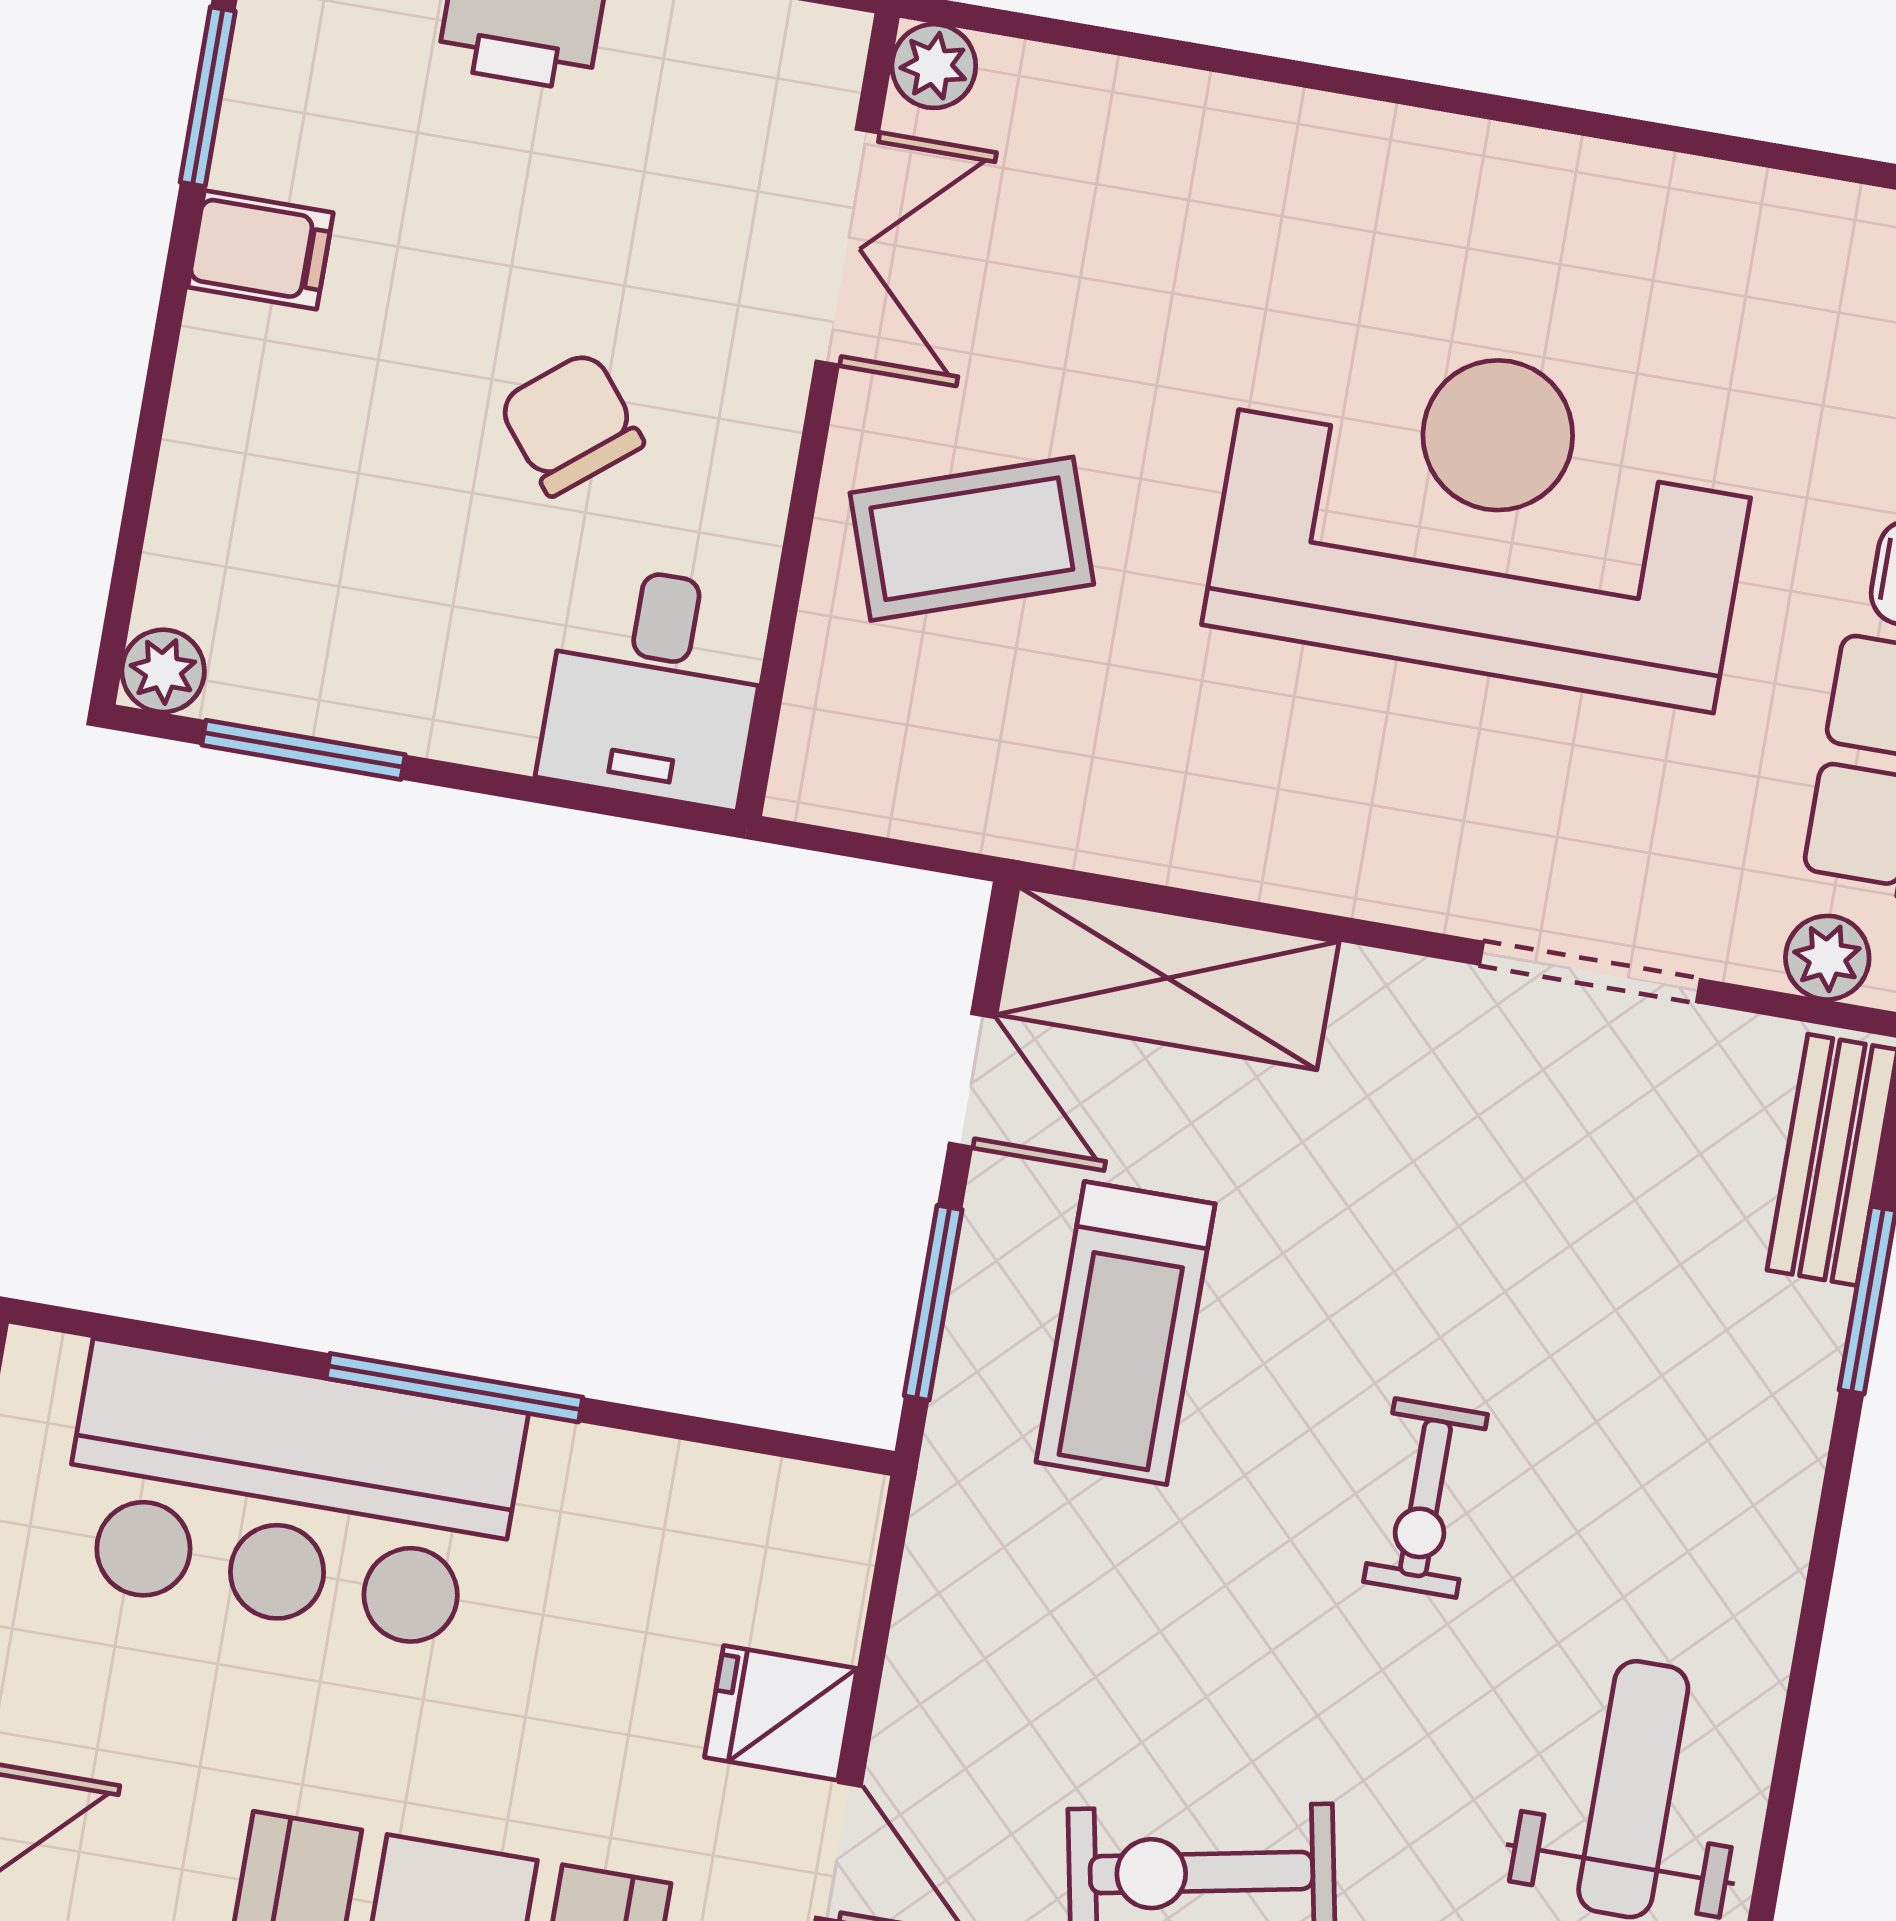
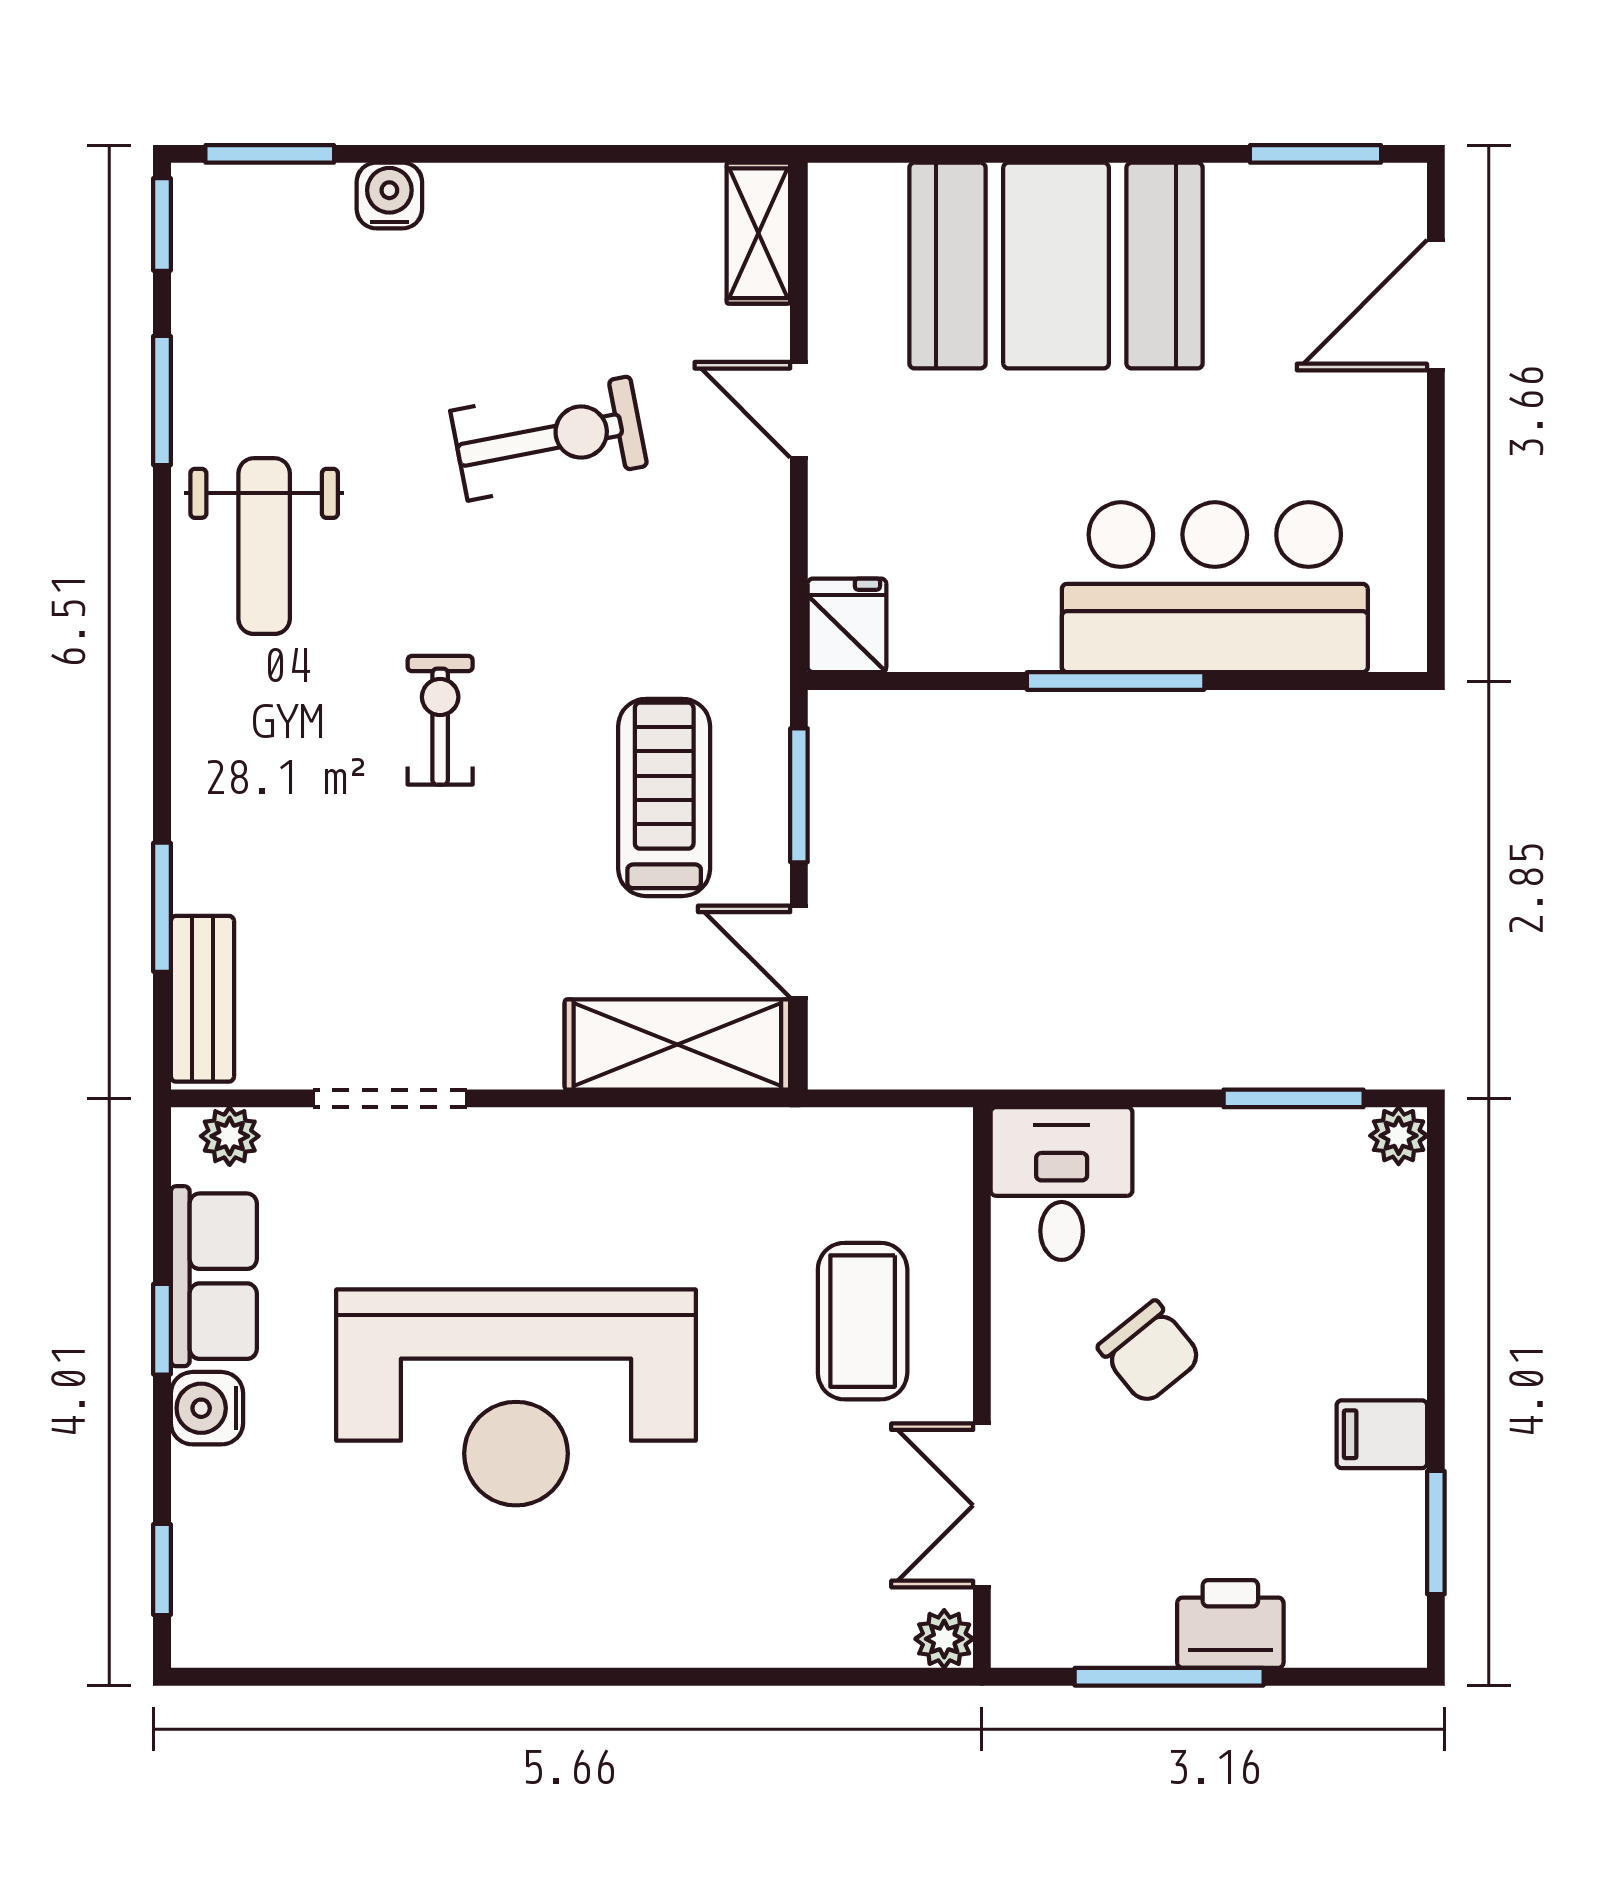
coffee table: (972, 539) -> (863, 1321), turned -71
fridge: (781, 1713) -> (847, 625), moved, turned -90

